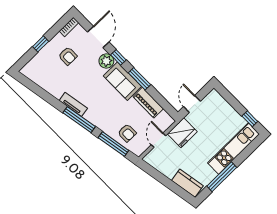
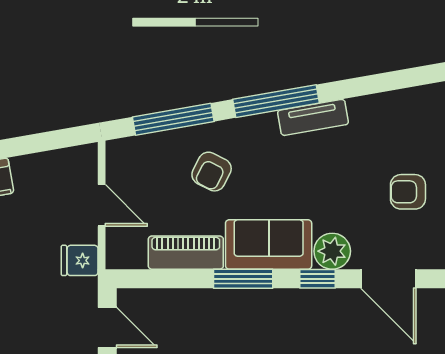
armchair: (127, 133) -> (212, 172), moved, turned -63
fridge: (182, 133) -> (80, 260), width x0.53, depth x0.75

